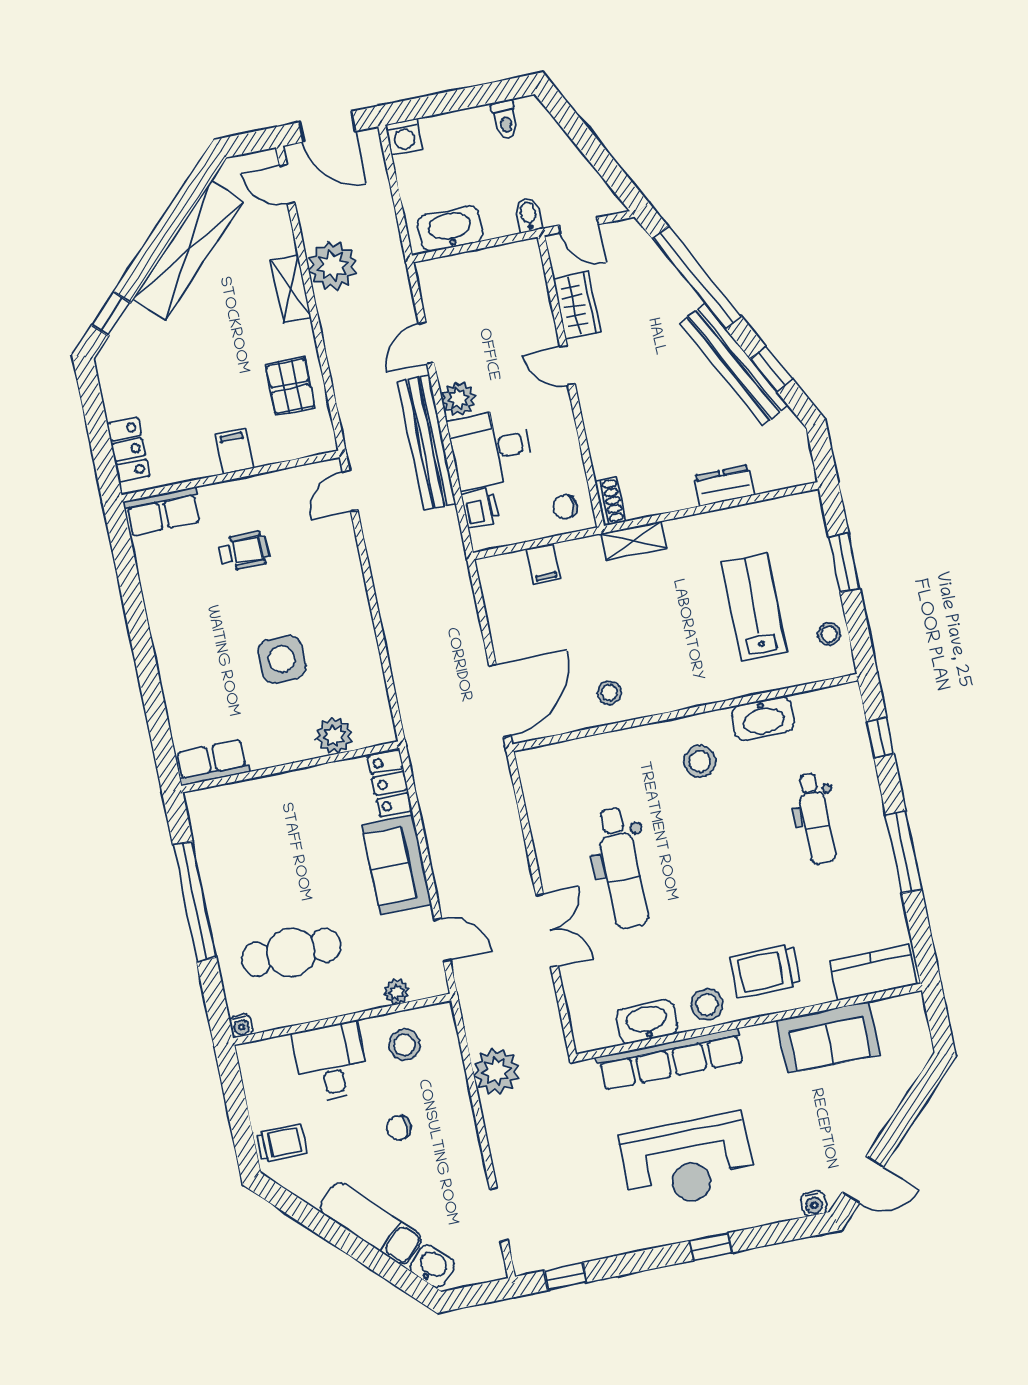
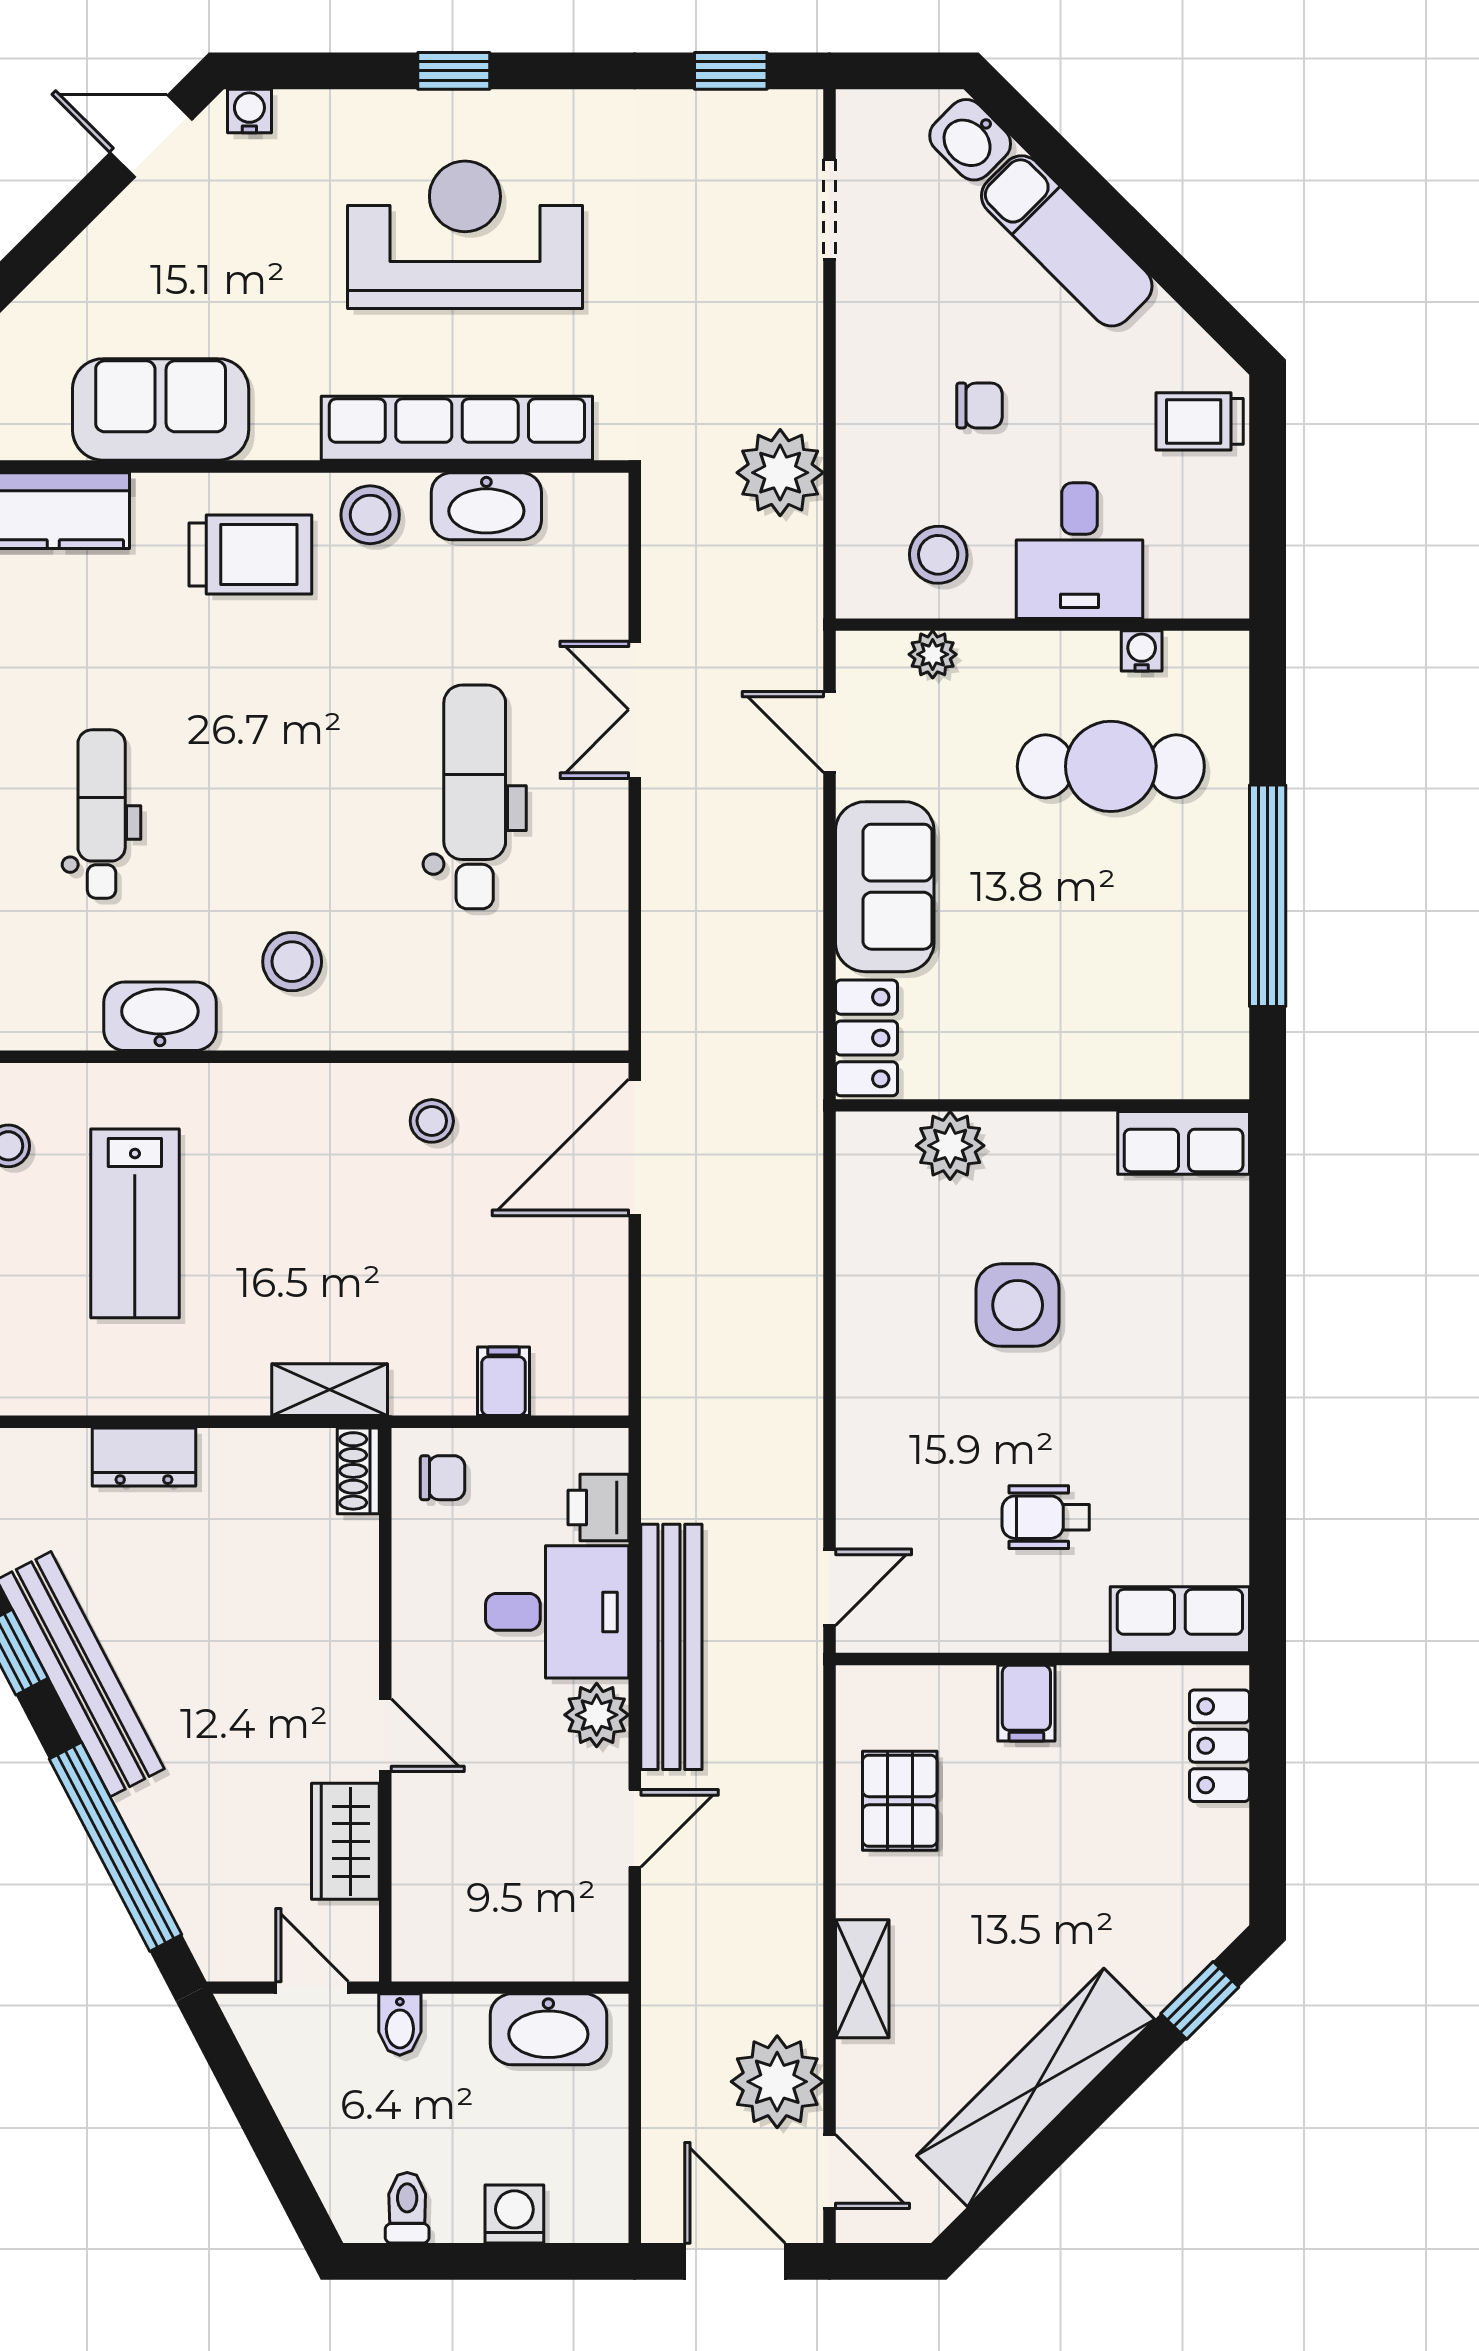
washing machine: (404, 137) -> (514, 2214), moved
plant: (333, 266) -> (777, 2082), moved
water cooler: (241, 1026) -> (1142, 651), moved

